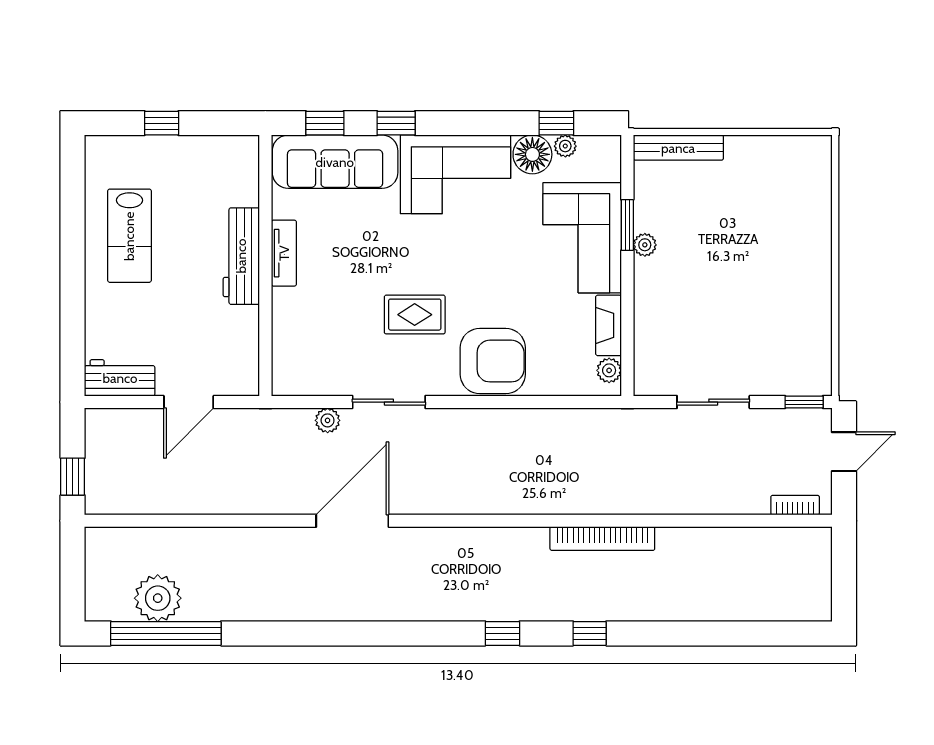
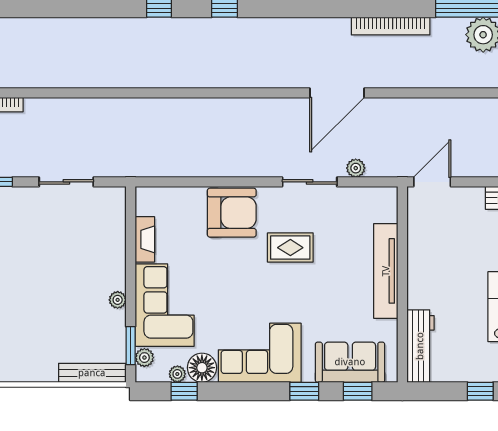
sofa: (335, 162) -> (350, 362), width x0.73
window: (627, 225) -> (131, 346), moved
tv unit: (284, 253) -> (386, 271), width x1.92, depth x1.29
workbench: (241, 256) -> (420, 346), moved
armchair: (493, 361) -> (232, 213), turned 180
plant: (609, 370) -> (144, 358), moved
door: (189, 402) -> (432, 182), moved
bookcase: (602, 539) -> (391, 26), moved, turned 180

